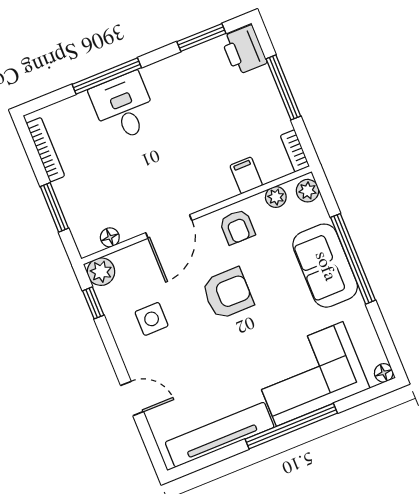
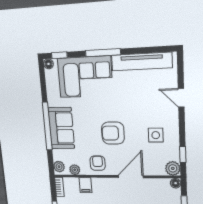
floor lamp: (110, 237) -> (176, 183), moved
window: (368, 395) -> (59, 55), added
window: (291, 426) -> (103, 53), width x0.68

